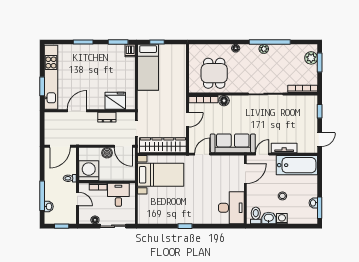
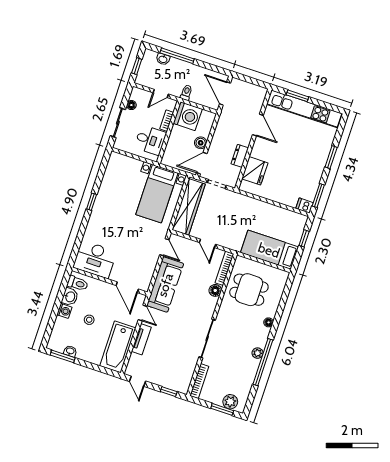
bed: (148, 67) -> (269, 250), moved

